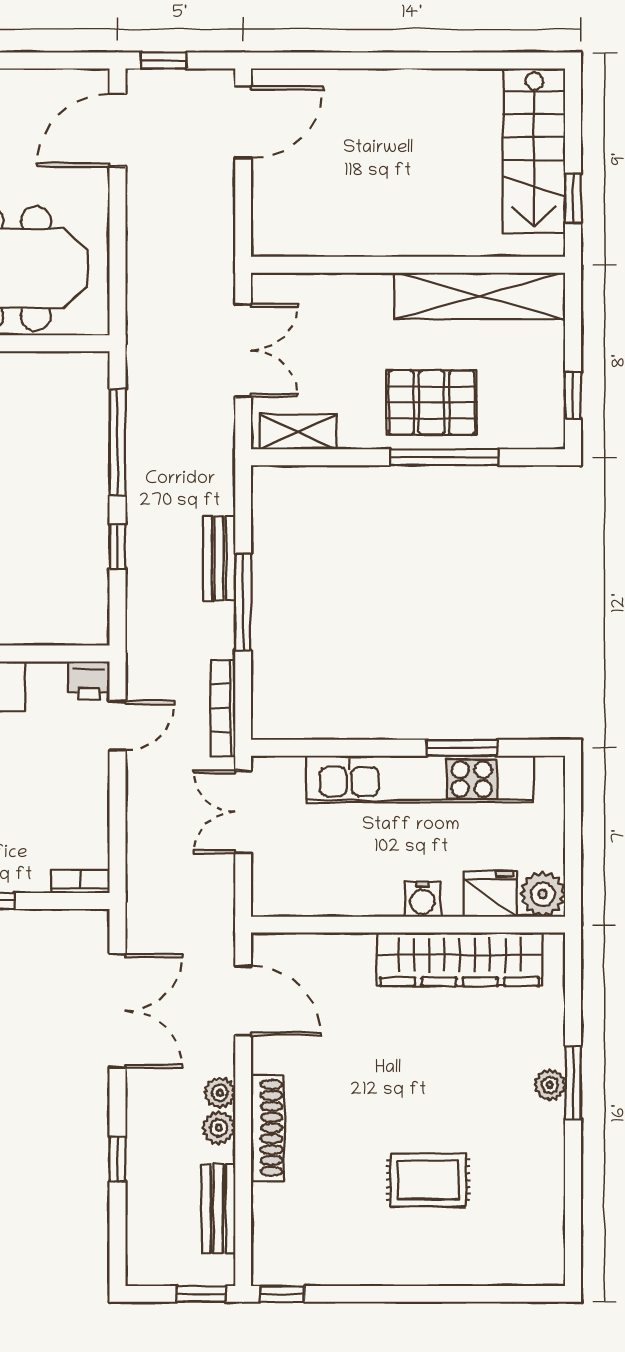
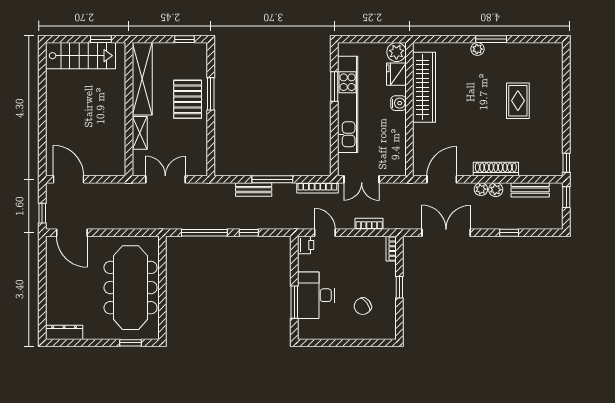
shelving: (298, 432) -> (140, 133), moved
window: (444, 457) -> (211, 94), width x0.69
bookcase: (138, 830) -> (369, 224), added
window: (573, 1082) -> (491, 39), moved

